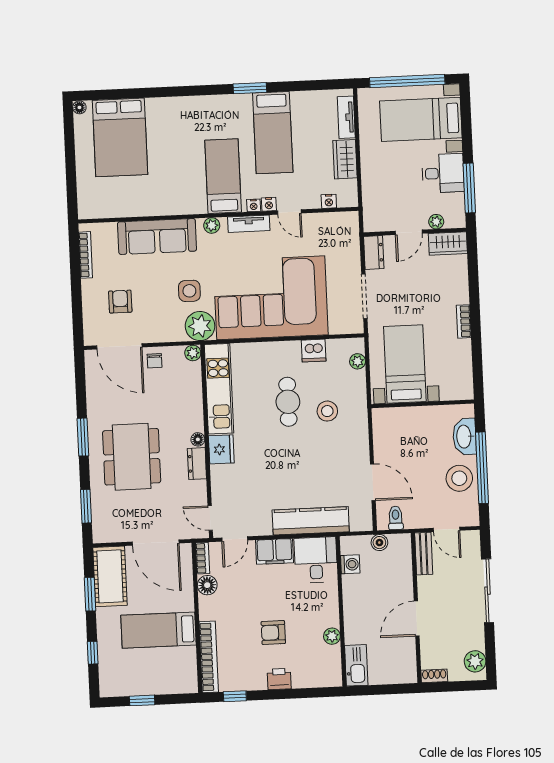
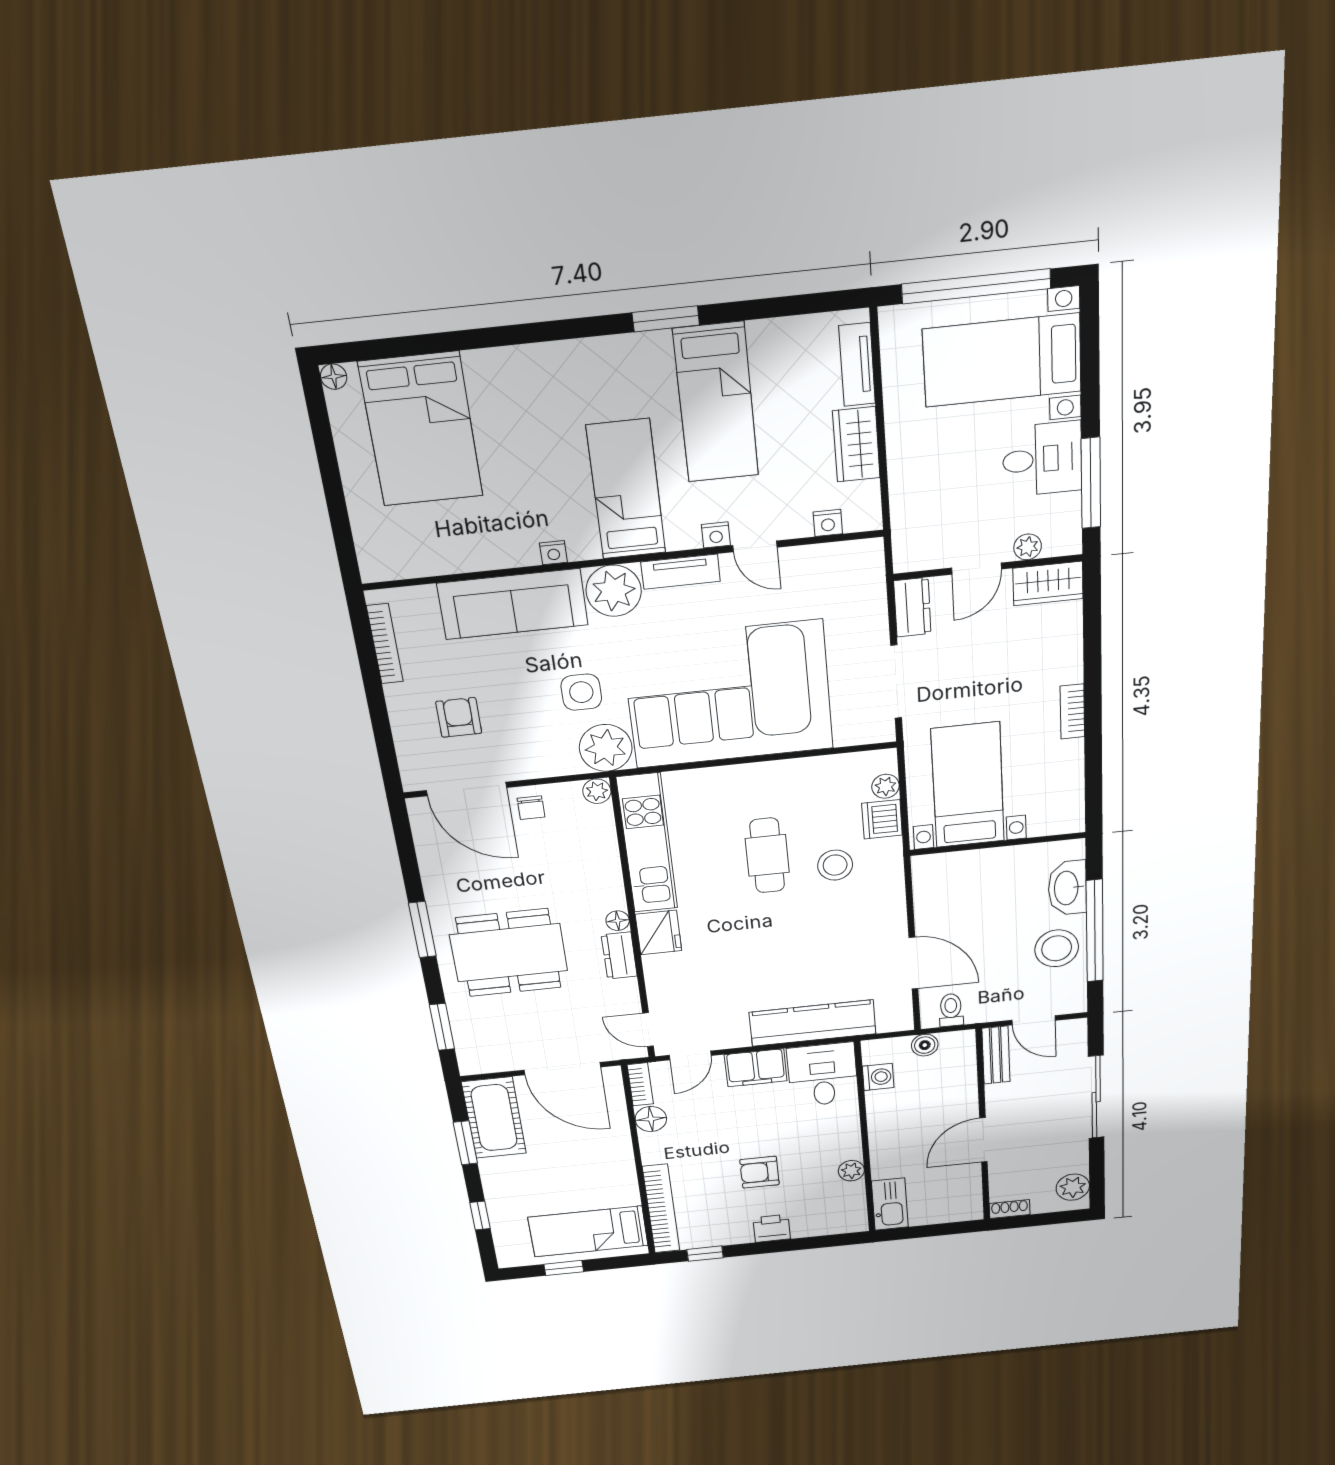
nightstand: (254, 205) -> (554, 553), moved
plant: (212, 225) -> (614, 591), width x1.88, depth x1.88
dishwasher: (314, 351) -> (882, 819), moved, turned 90
dining table: (132, 457) -> (509, 953), turned 90
bed: (159, 630) -> (588, 1231), moved

